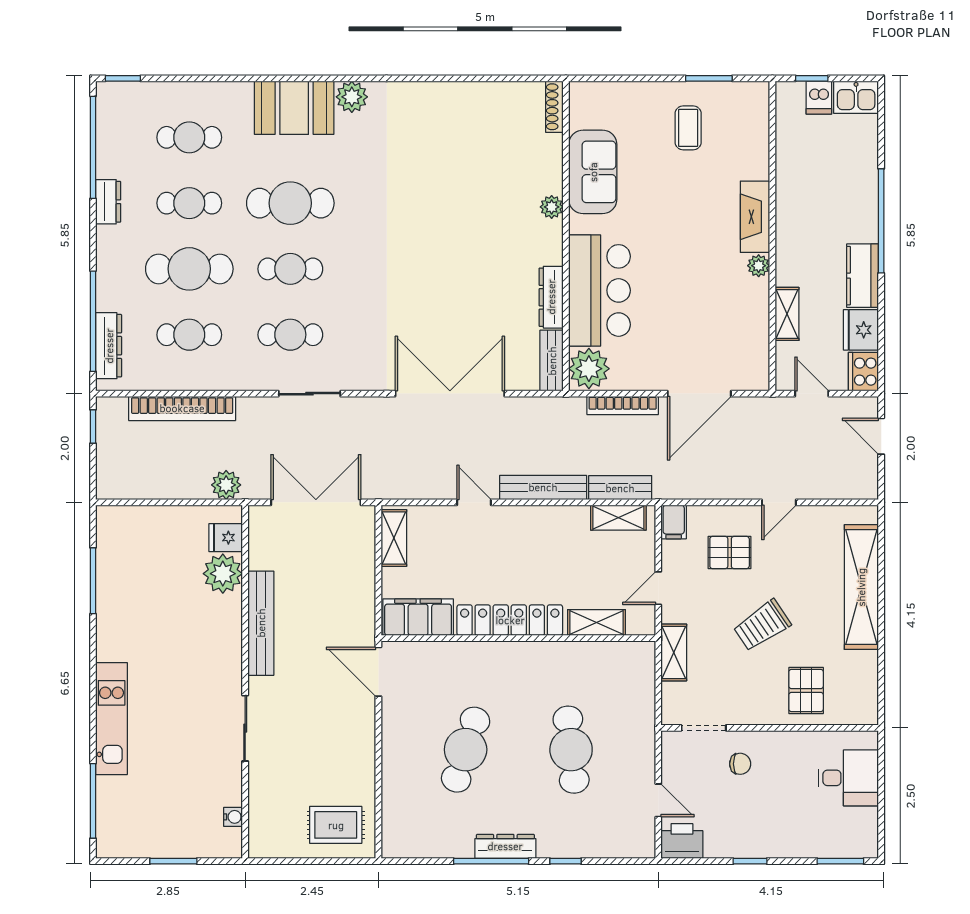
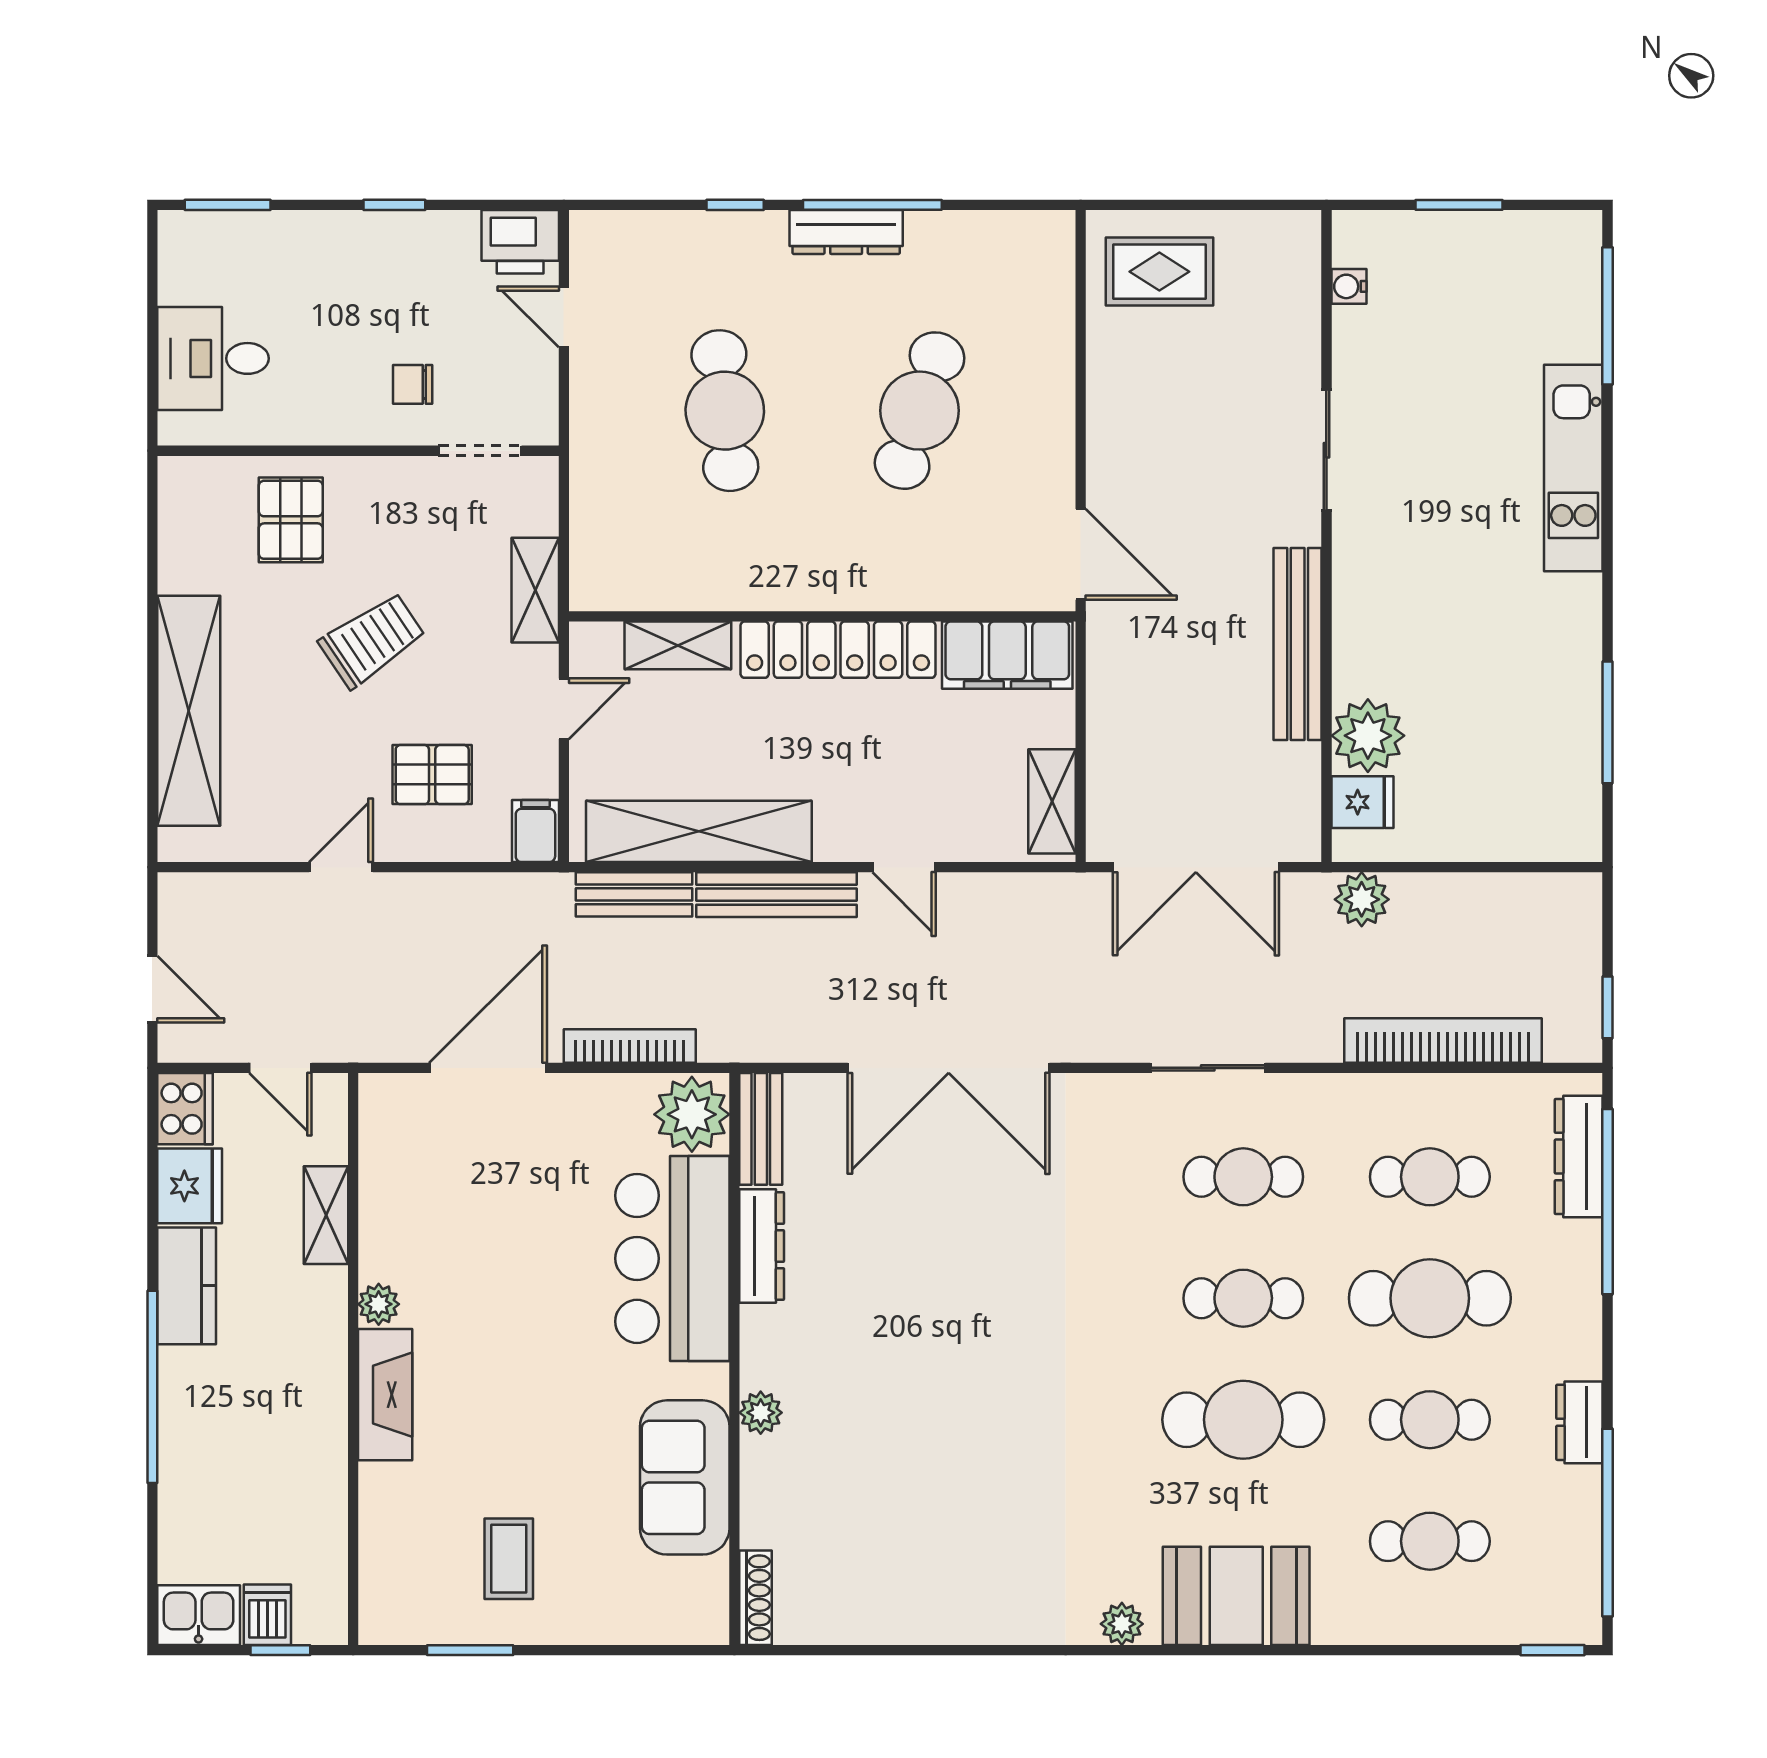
plant: (352, 97) -> (1122, 1624), width x0.73, depth x0.73
shelving: (618, 518) -> (699, 831), width x2.20, depth x1.33

